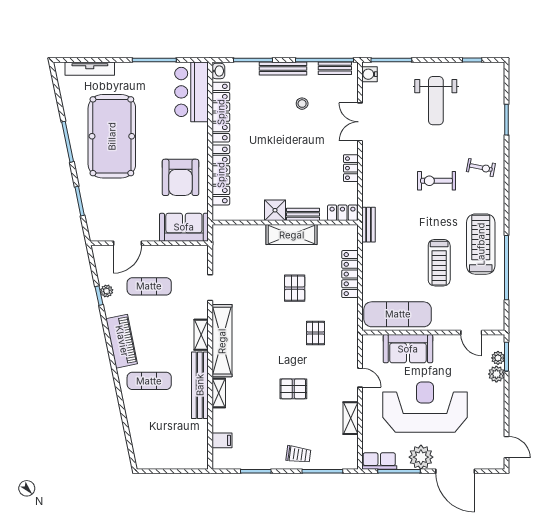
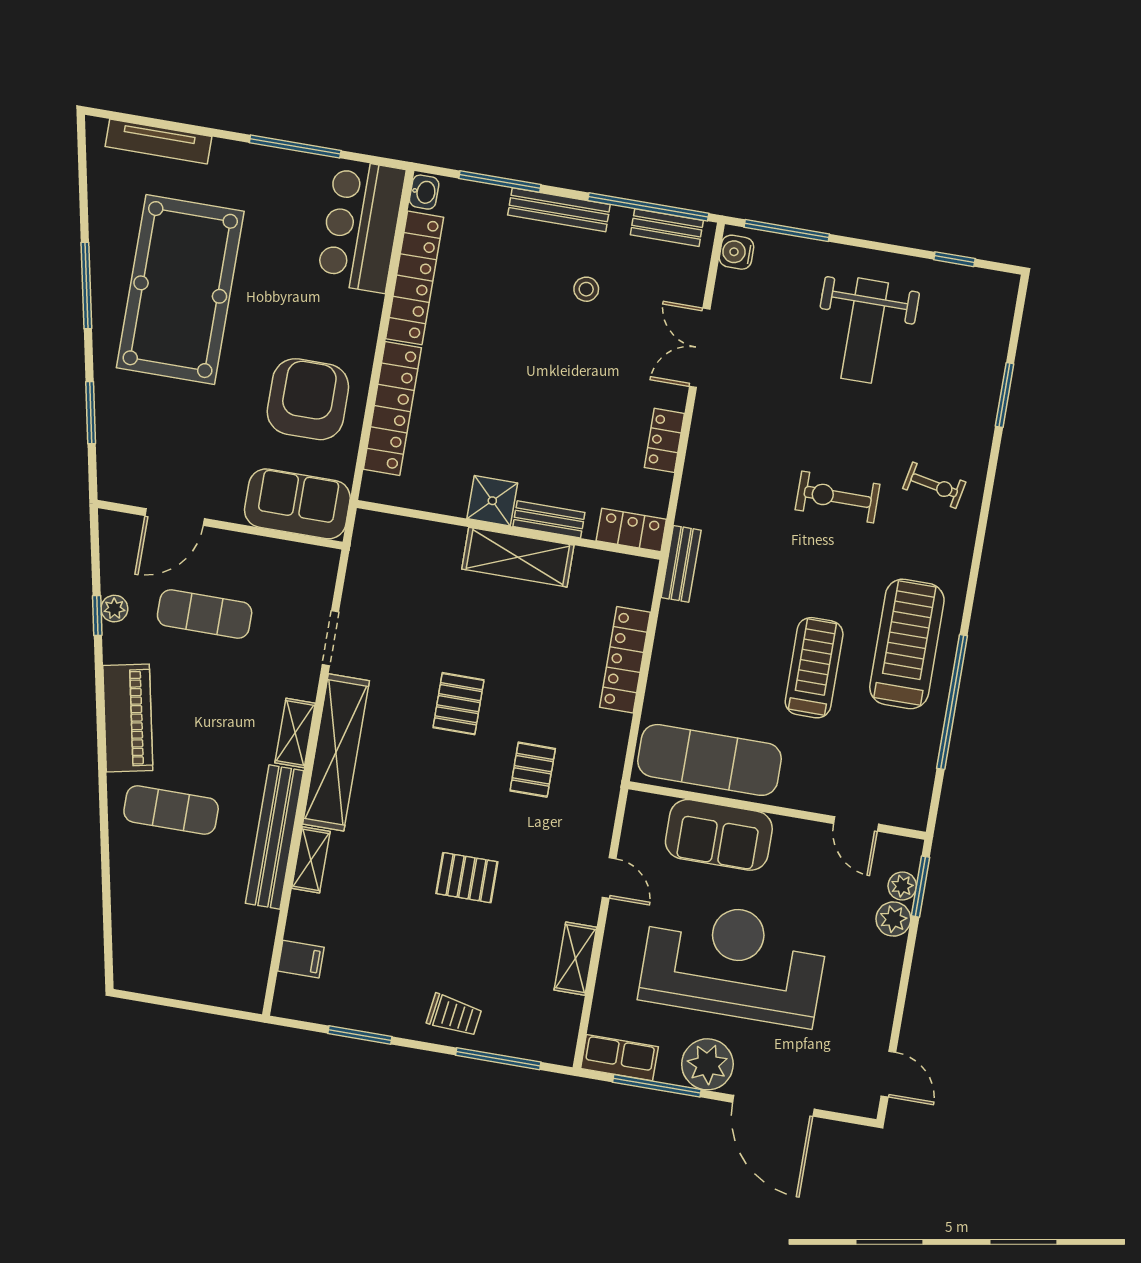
armchair: (180, 177) -> (308, 399), turned 180
treadmill: (439, 263) -> (814, 668), turned 180
pallet: (295, 288) -> (458, 704), moved

